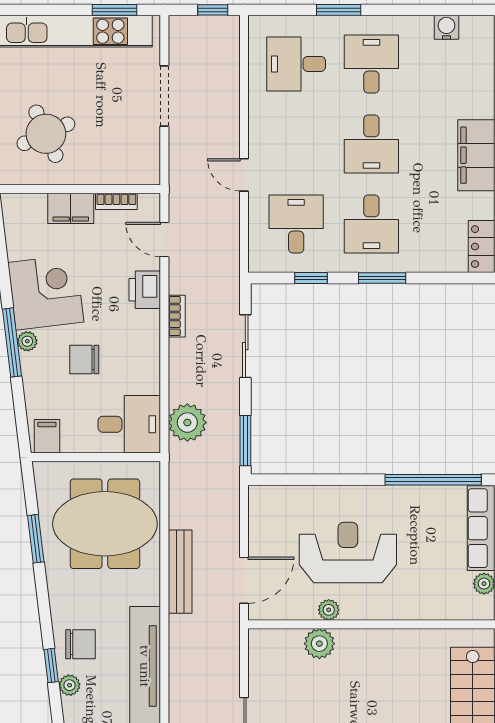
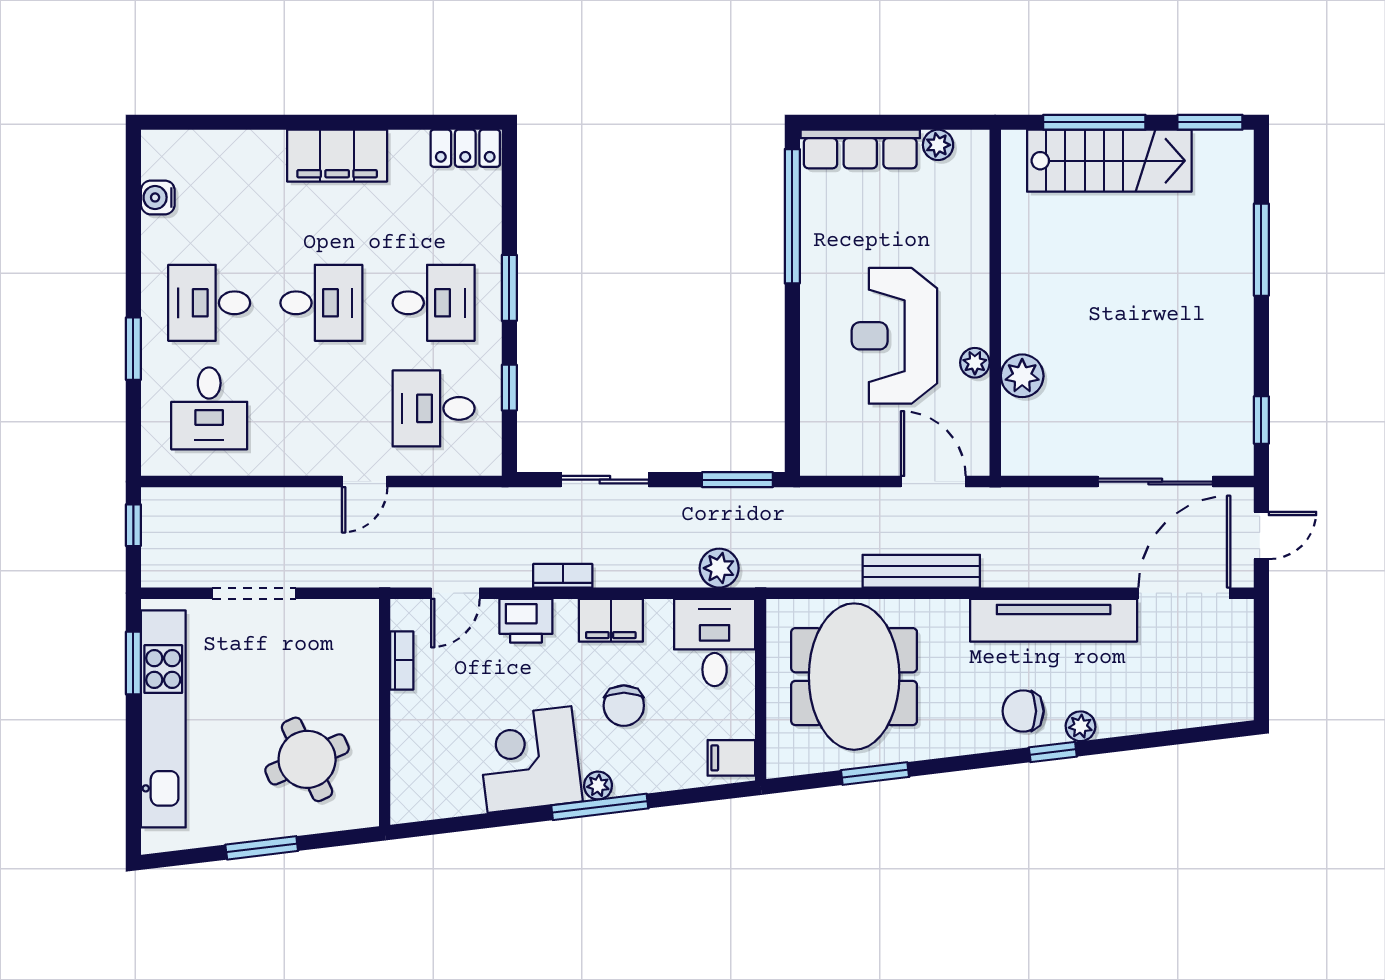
filing cabinet: (71, 208) -> (611, 620), moved, turned 90
plant: (187, 423) -> (719, 568), width x0.73, depth x0.73
chair: (80, 644) -> (1023, 711), turned -90

